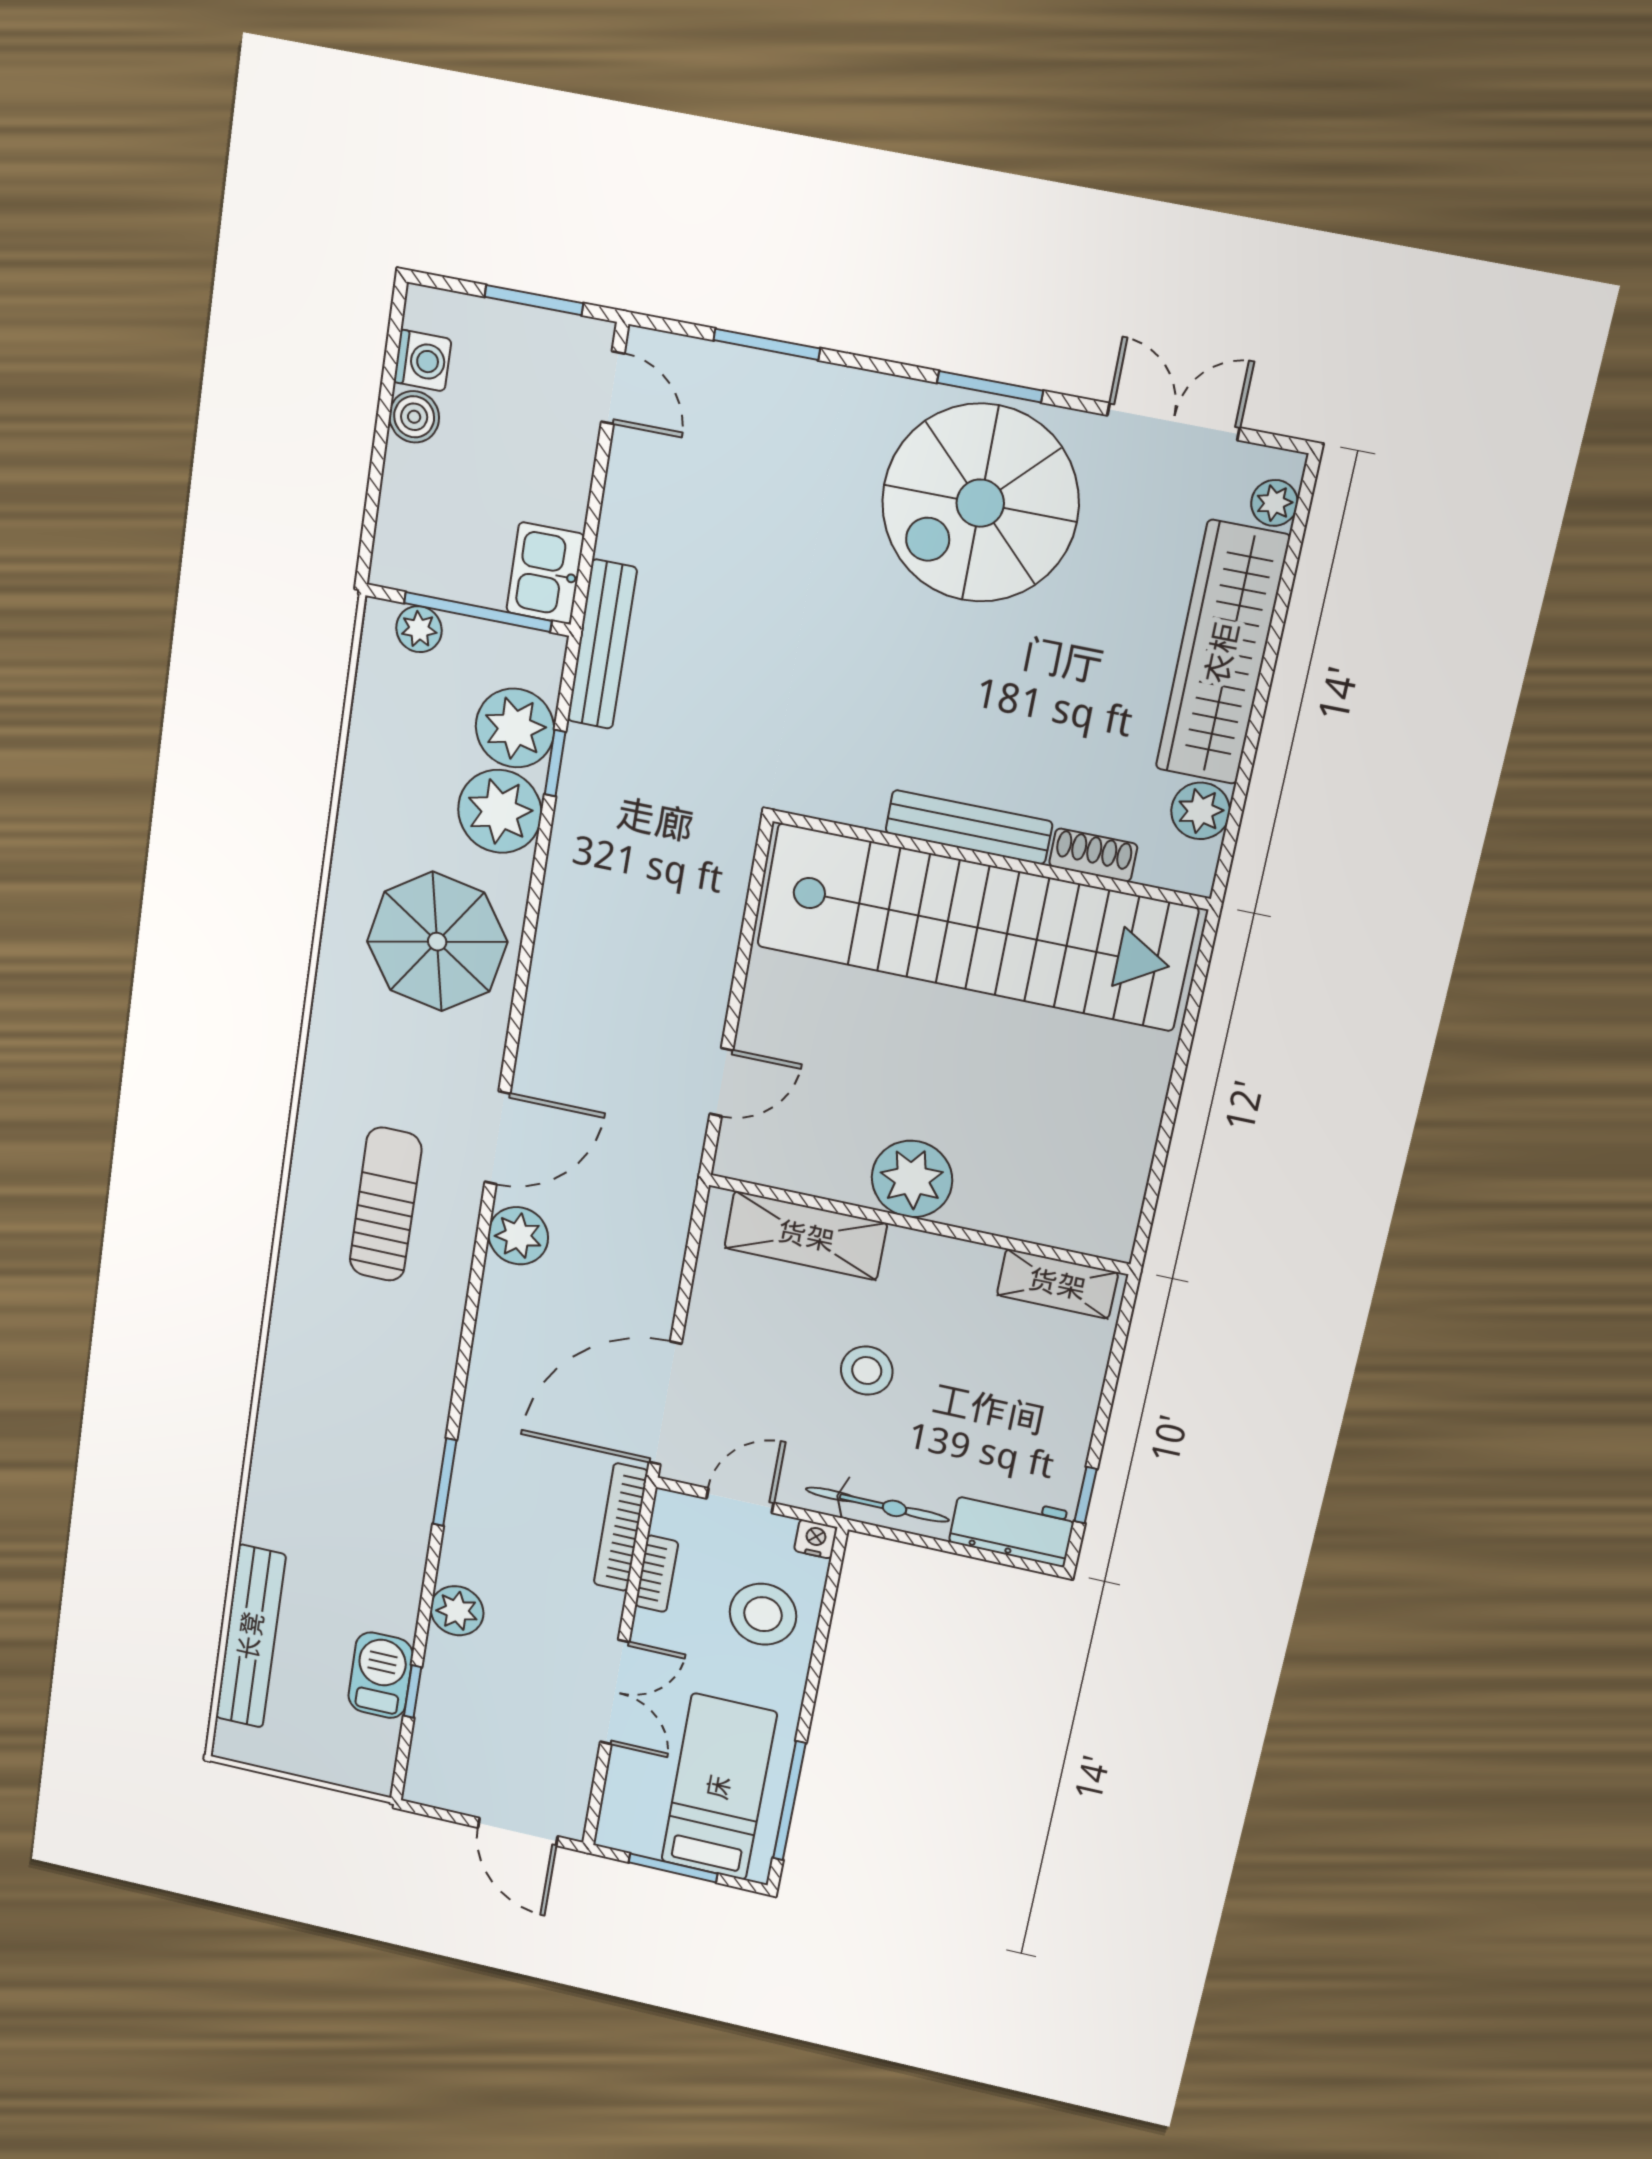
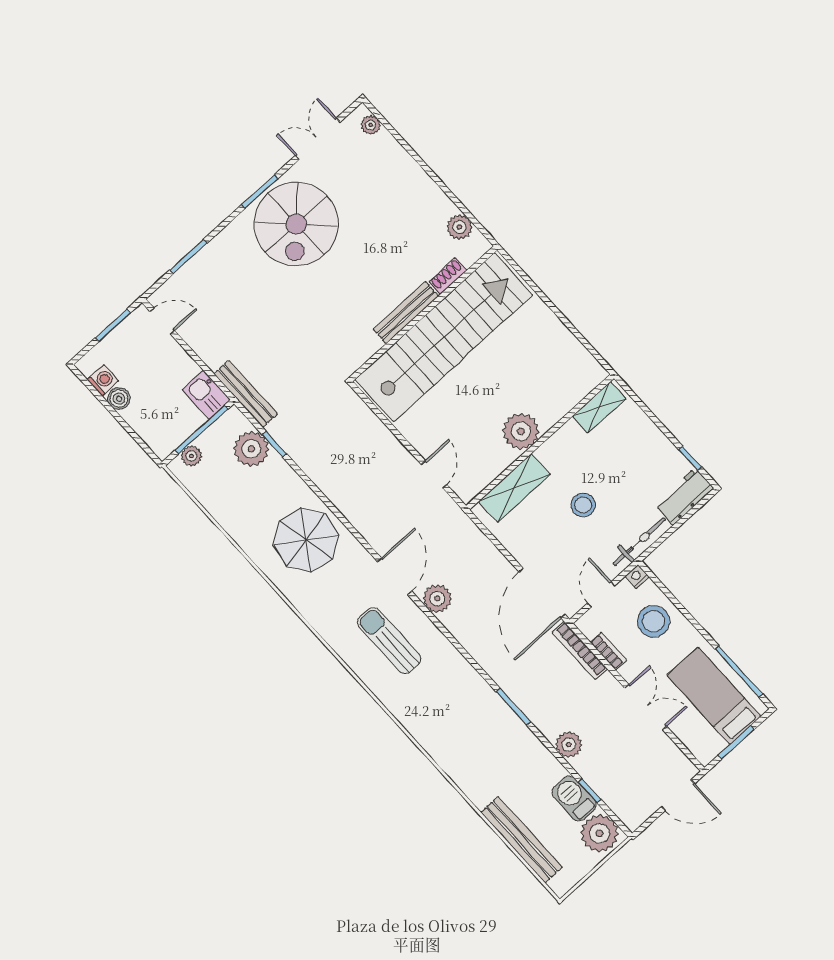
wardrobe: (1222, 653) -> (409, 179), removed
plant: (500, 811) -> (600, 833), moved

